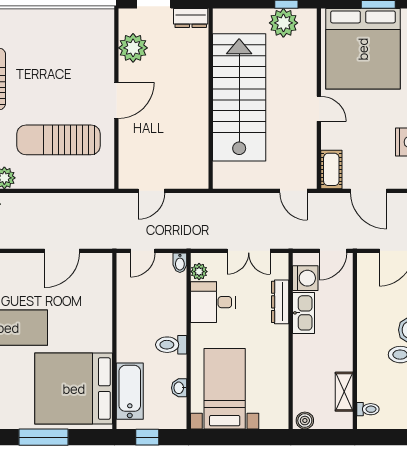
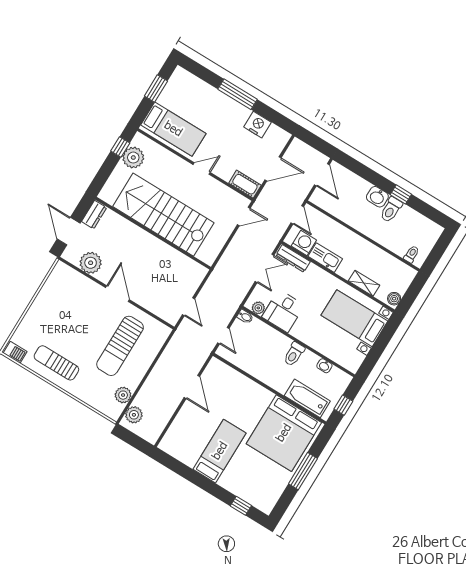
bed: (363, 49) -> (173, 129), width x0.49
dresser: (280, 302) -> (293, 258), moved
bed with nightstands: (225, 389) -> (354, 318), moved
shelving: (344, 392) -> (364, 283), moved

